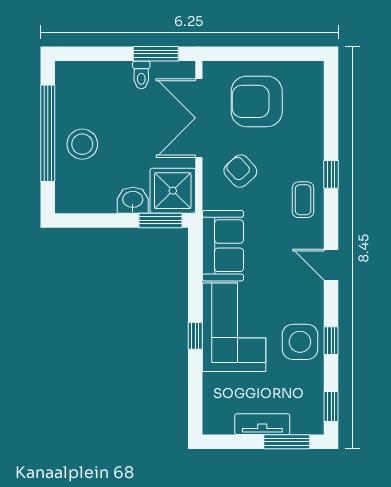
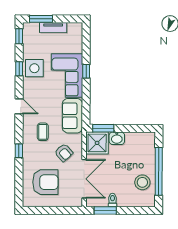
armchair: (257, 101) -> (45, 182), moved
stool: (82, 144) -> (142, 182), moved
coffee table: (303, 200) -> (43, 132), moved

